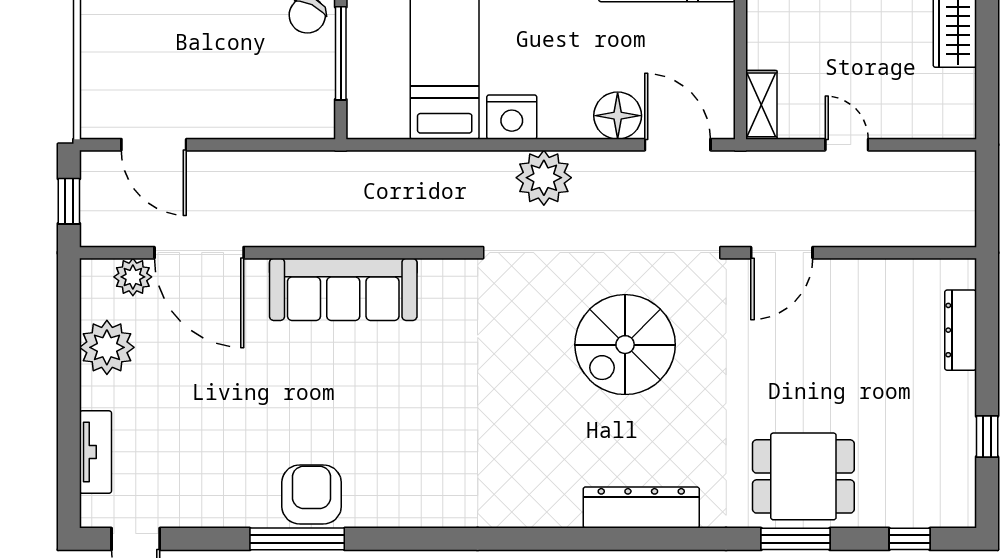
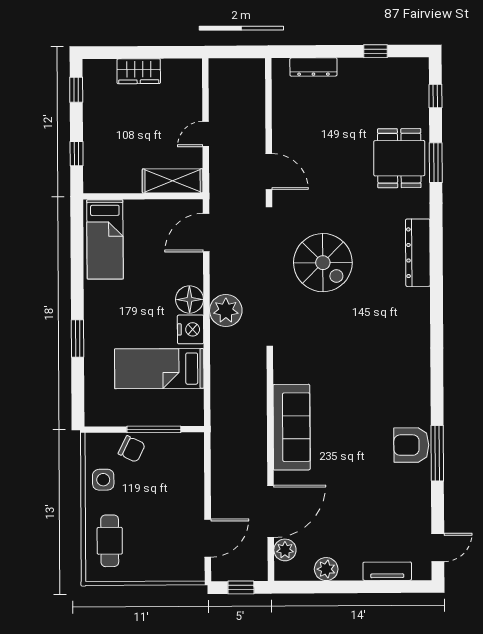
shelving: (761, 105) -> (173, 181), width x1.50, depth x1.33
floor lamp: (618, 116) -> (190, 299), moved
plant: (107, 347) -> (326, 569), width x0.73, depth x0.73

